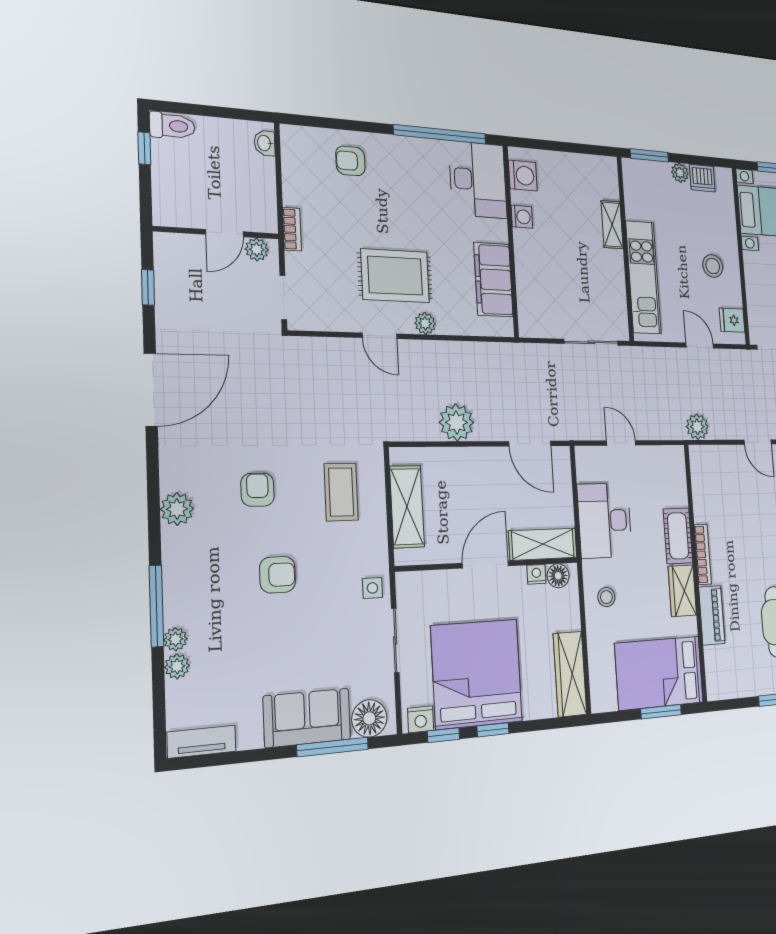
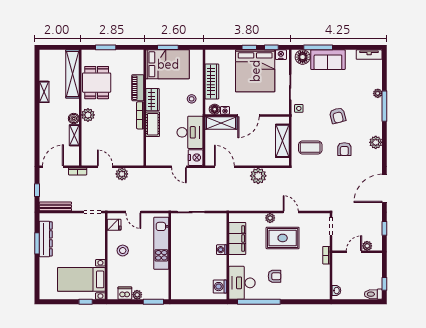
armchair: (350, 161) -> (274, 276), moved
washing machine: (522, 217) -> (222, 250), moved
shelving: (612, 225) -> (176, 267), removed
plant: (257, 249) -> (367, 246), moved
plant: (697, 427) -> (122, 174), moved
nightstand: (590, 464) -> (196, 158), added
coffee table: (341, 492) -> (310, 147), turned 90
armchair: (278, 575) -> (338, 116), turned -105
plant: (177, 666) -> (377, 83), removed
wardrobe: (570, 674) -> (212, 81), moved

